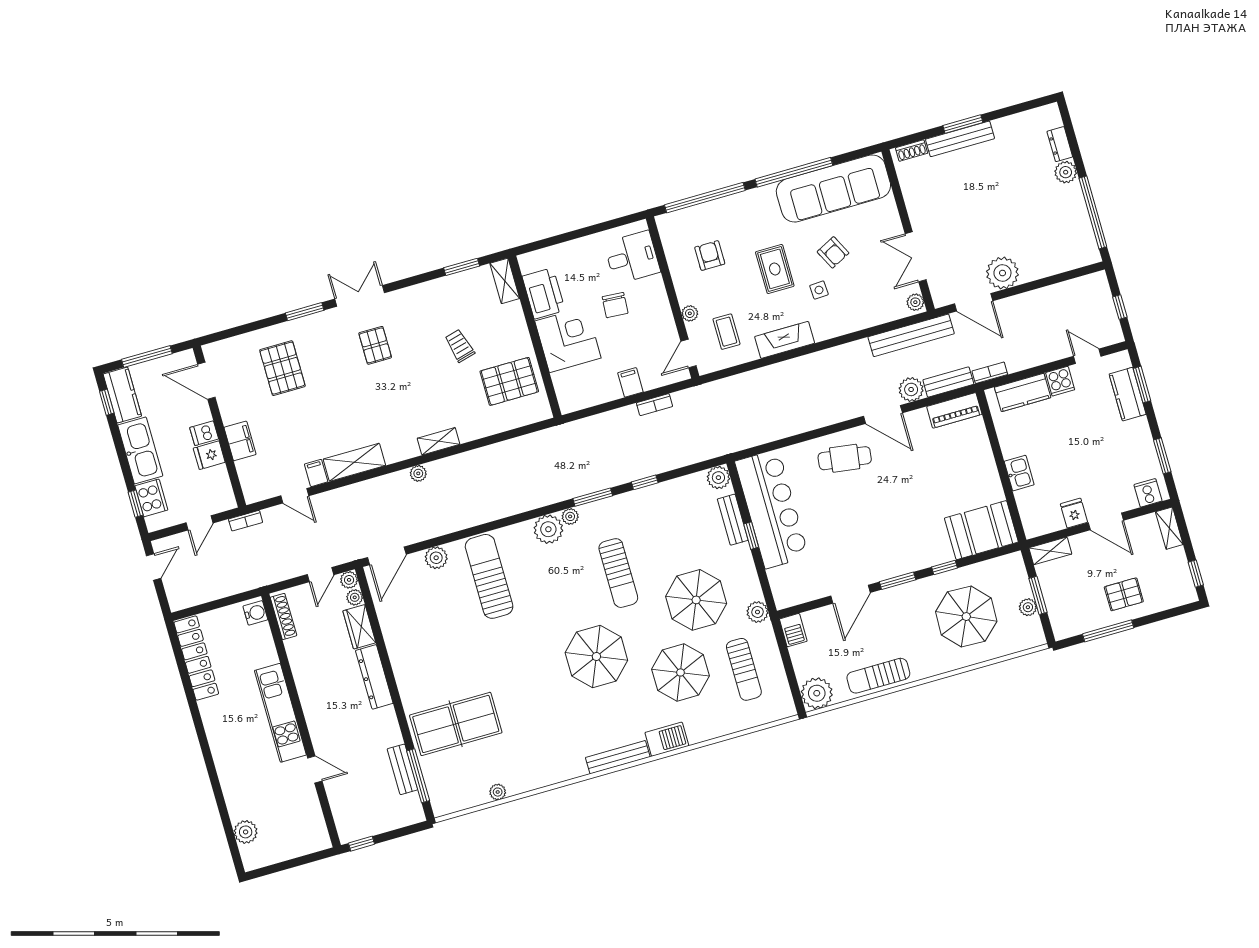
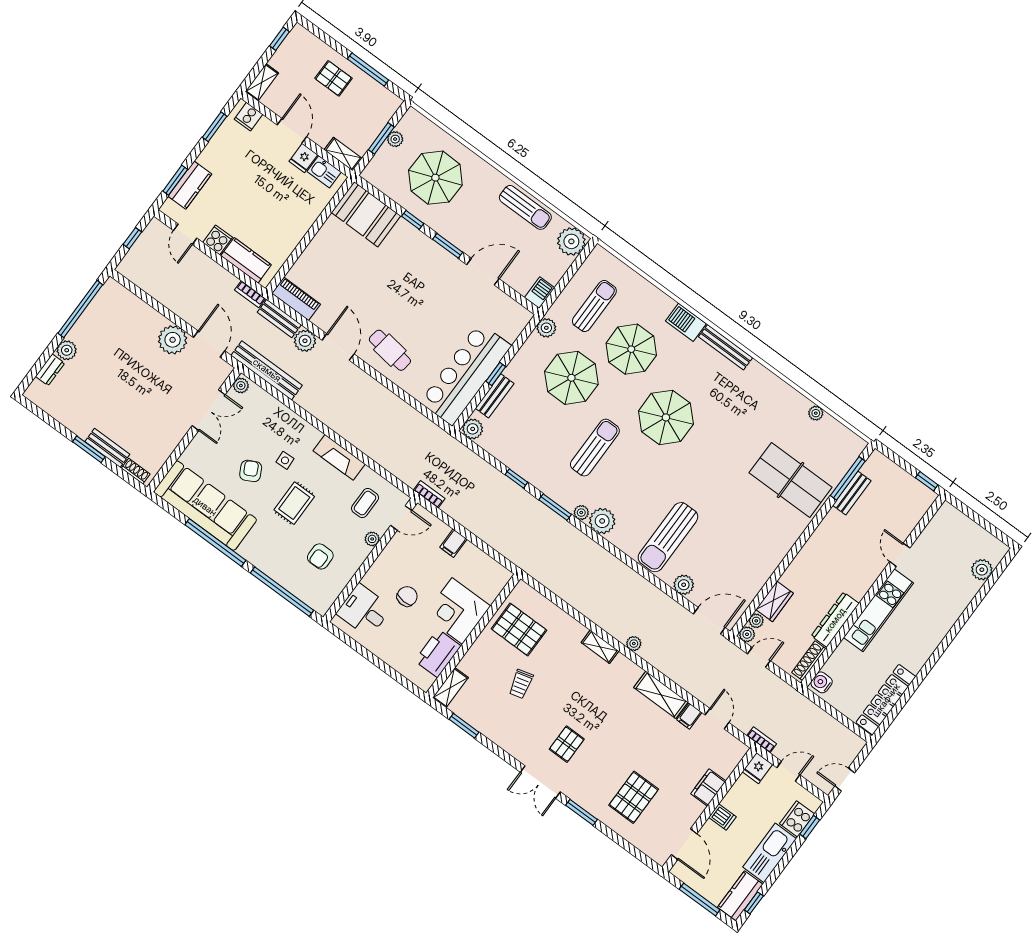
bench: (960, 139) -> (107, 448), width x0.73
bookcase: (654, 405) -> (429, 494), moved
fridge: (209, 455) -> (757, 768), moved, turned 90
kitchen sink: (1019, 473) -> (324, 172), moved, turned -90
dresser: (374, 677) -> (835, 620), moved, turned 180

